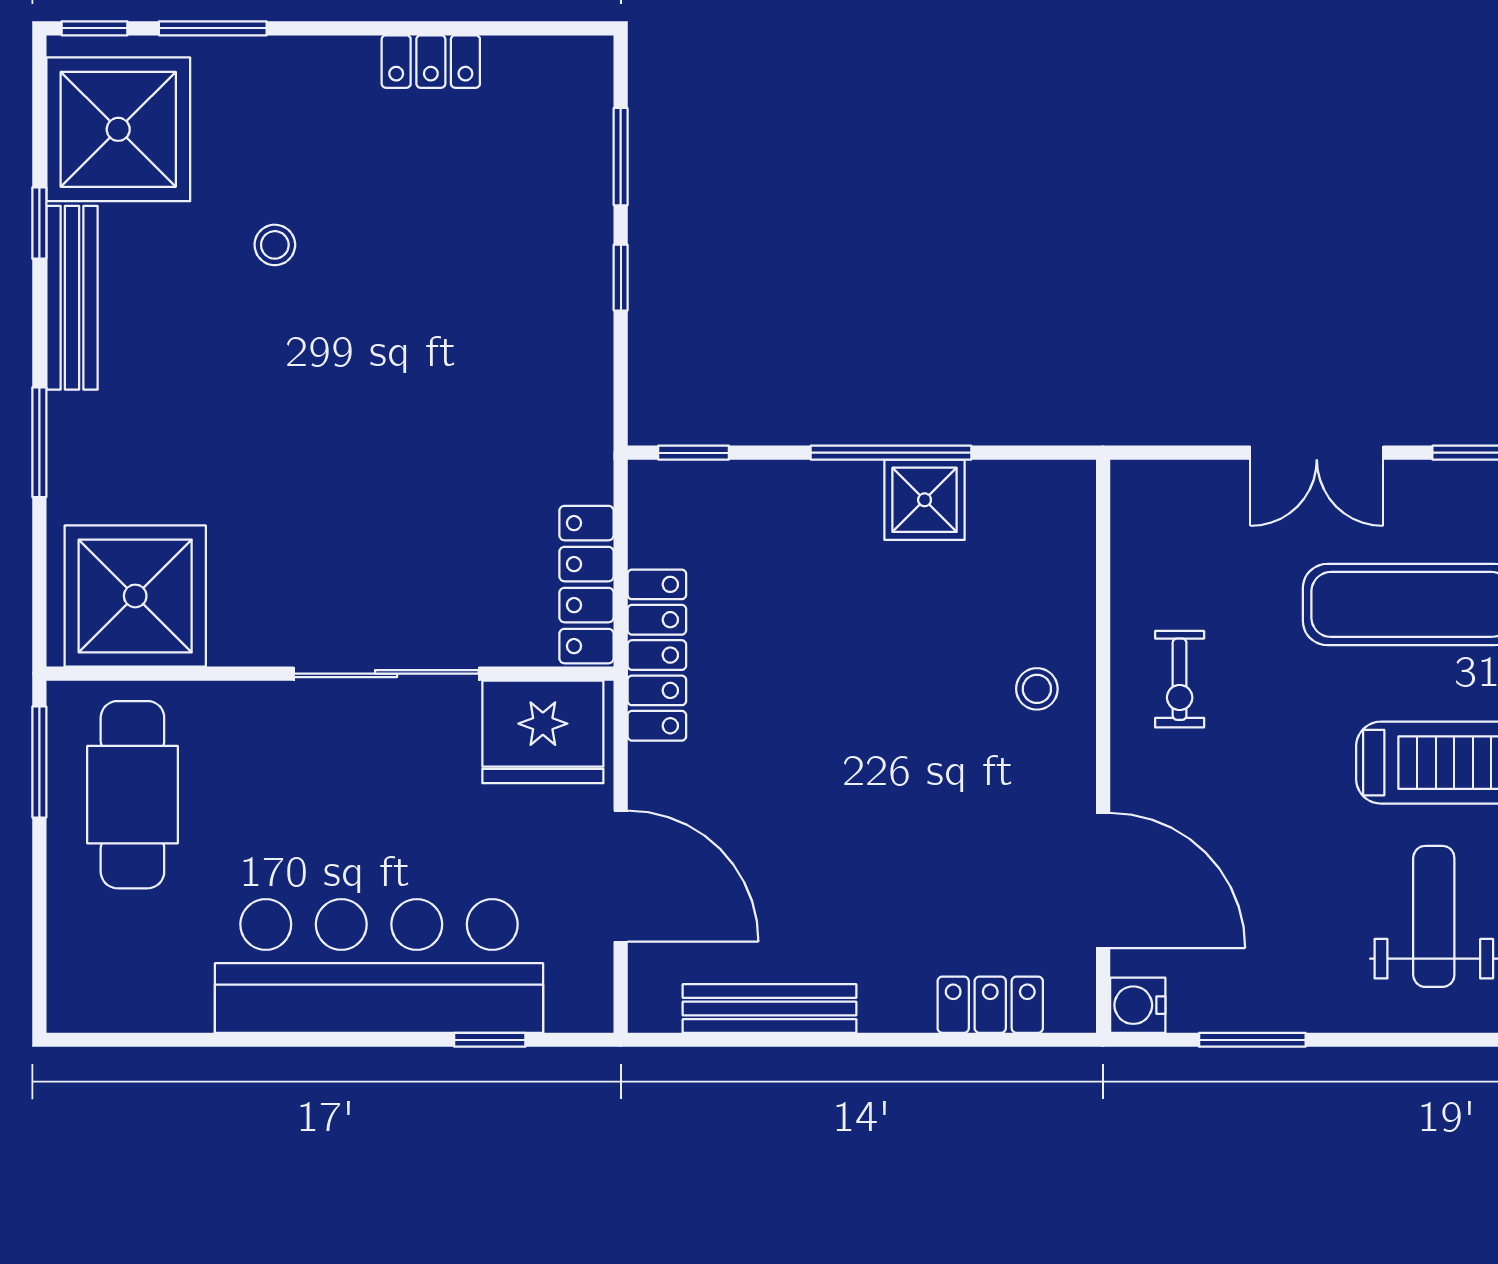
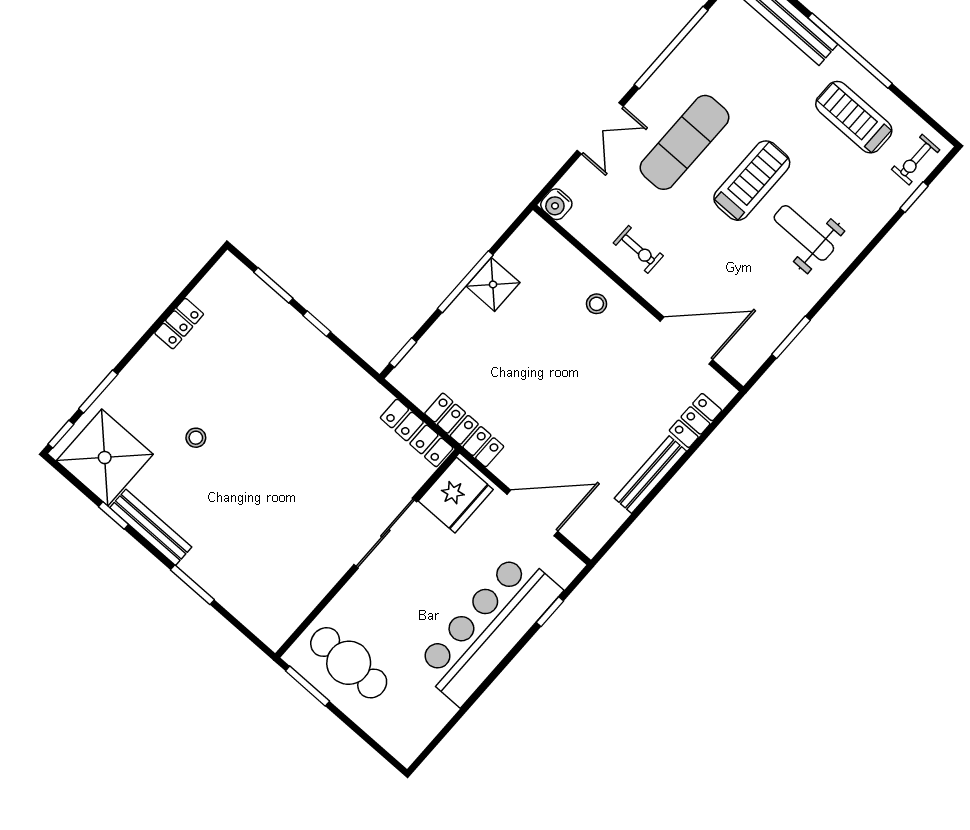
shower: (135, 596) -> (278, 599), removed
water cooler: (1138, 1005) -> (556, 204), moved
bench: (769, 1008) -> (650, 475), moved

